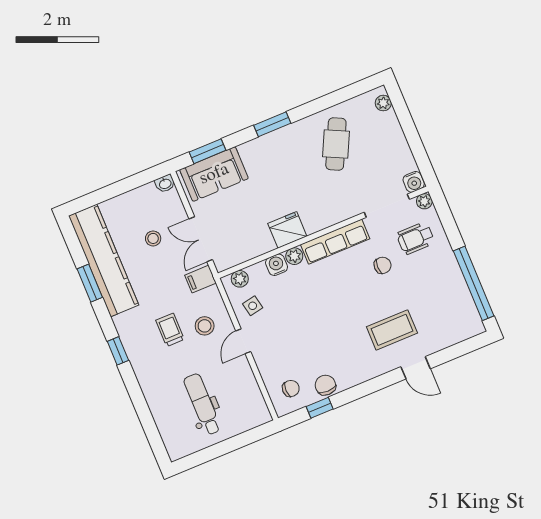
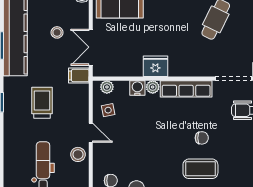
chair: (383, 265) -> (202, 138), moved
stool: (205, 326) -> (78, 154), moved
trolley: (170, 330) -> (42, 103), width x1.36, depth x1.39
door: (243, 341) -> (91, 133), swing flipped

